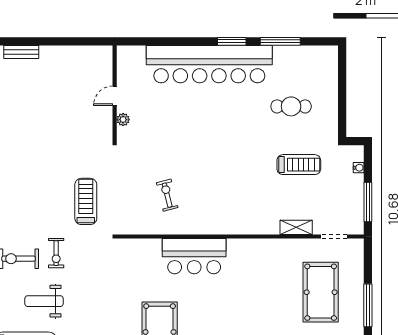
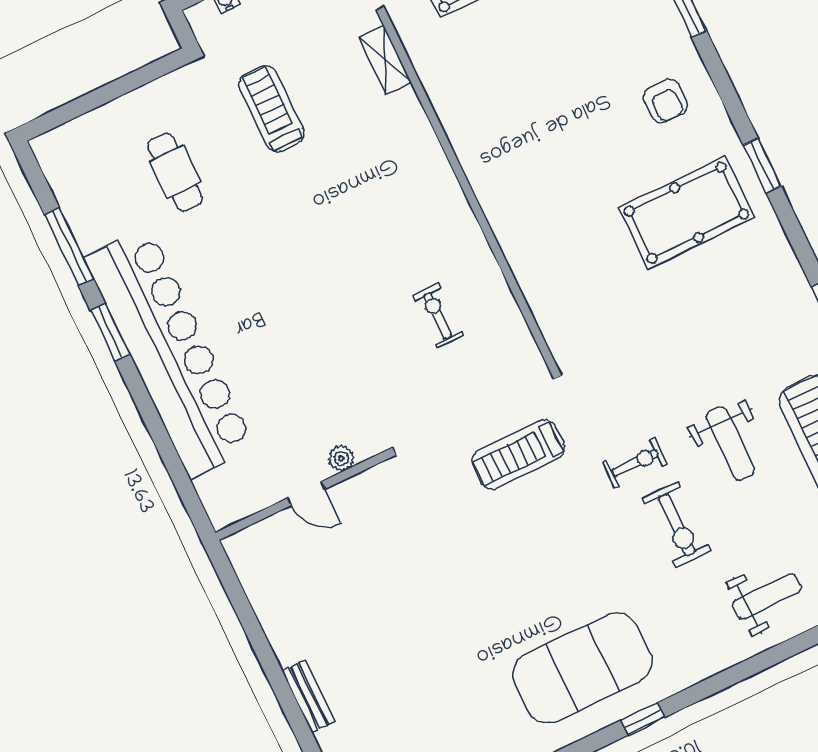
exercise bike: (167, 195) -> (438, 316), turned 104
bar counter: (194, 256) -> (523, 216), removed

